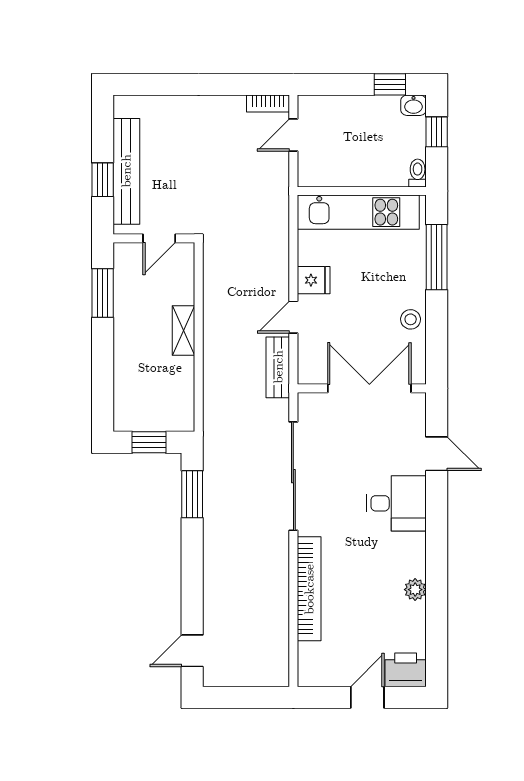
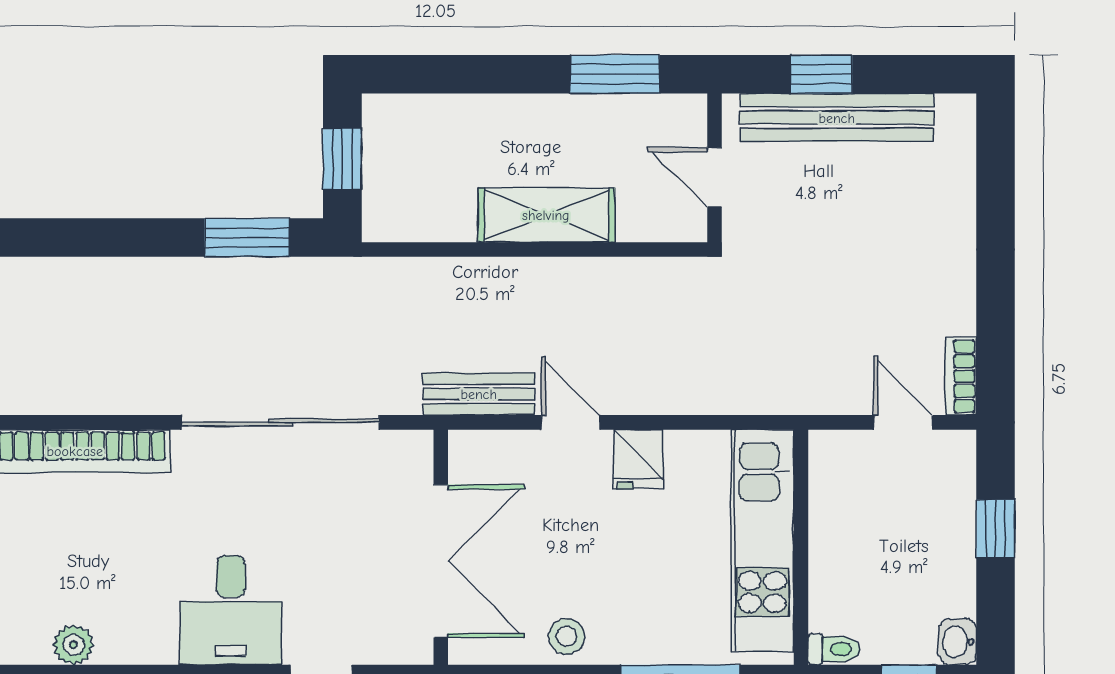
window: (390, 84) -> (995, 529), moved
shelving: (184, 330) -> (546, 215), width x1.50, depth x1.33

